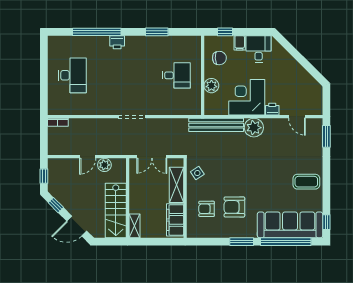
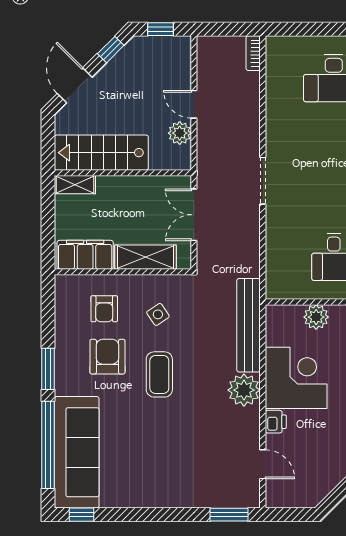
door: (297, 117) -> (263, 464), swing flipped
side table: (197, 173) -> (158, 314), moved
coffee table: (306, 182) -> (159, 374), moved
armchair: (207, 209) -> (104, 309), turned 180

